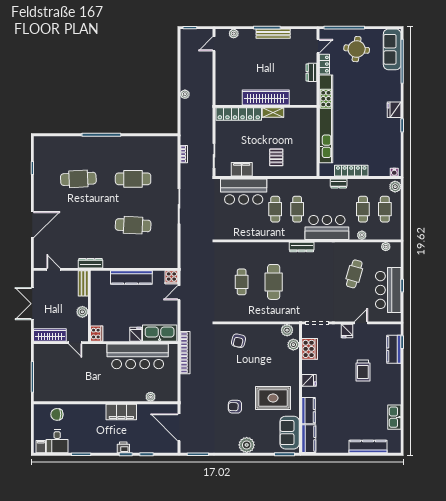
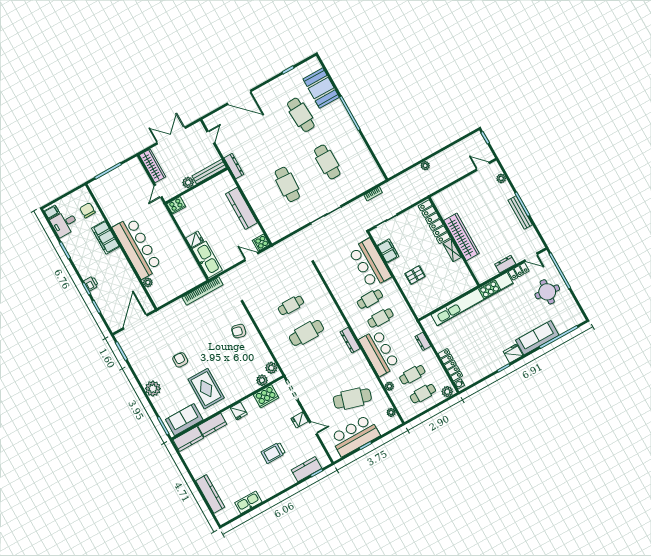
sofa: (392, 49) -> (537, 338), moved
booth: (65, 148) -> (321, 88), added
locker: (351, 171) -> (450, 365), moved
cafe table: (354, 274) -> (352, 399), width x1.37, depth x1.35
bench: (83, 283) -> (209, 172), width x1.36
bar counter: (138, 356) -> (137, 248), moved, turned 180
filing cabinet: (121, 412) -> (105, 237), moved

